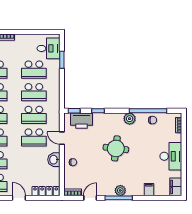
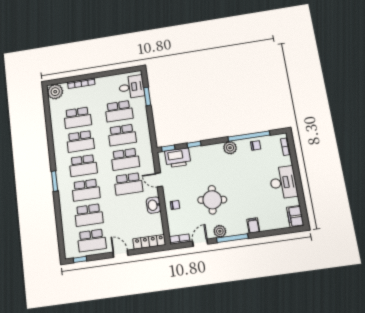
round table: (116, 148) -> (212, 200), moved
plant: (120, 190) -> (220, 231), moved
filing cabinet: (149, 190) -> (253, 225), moved

